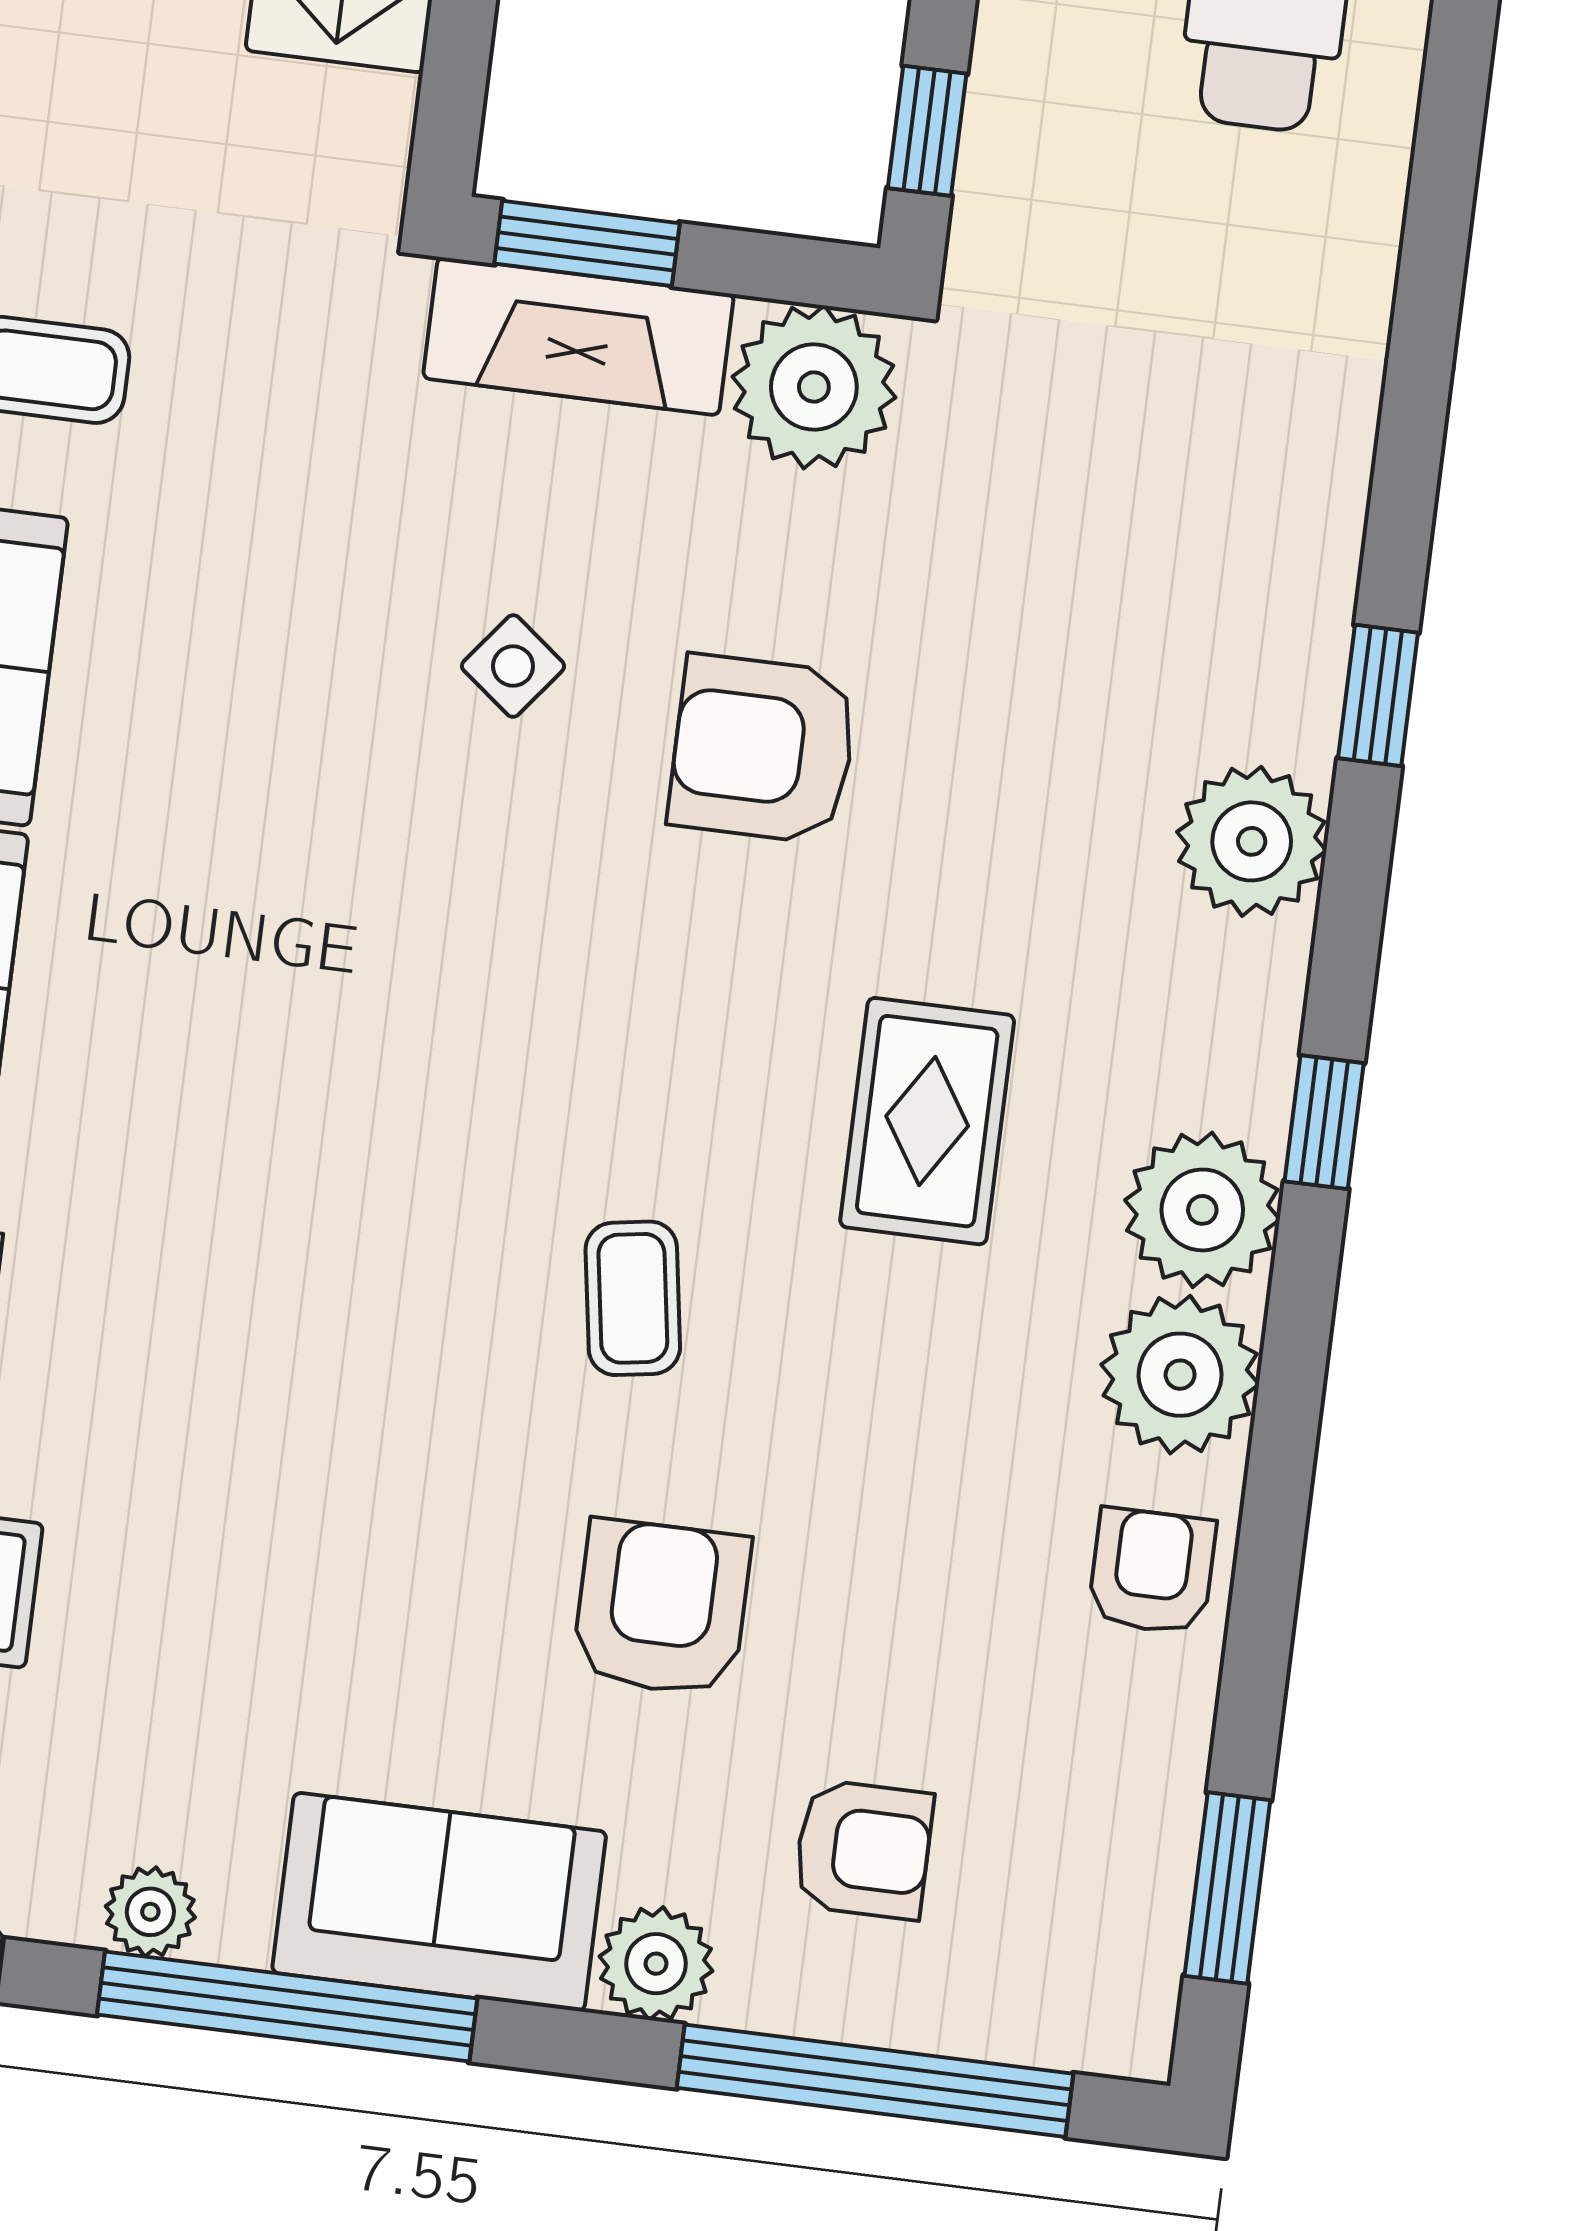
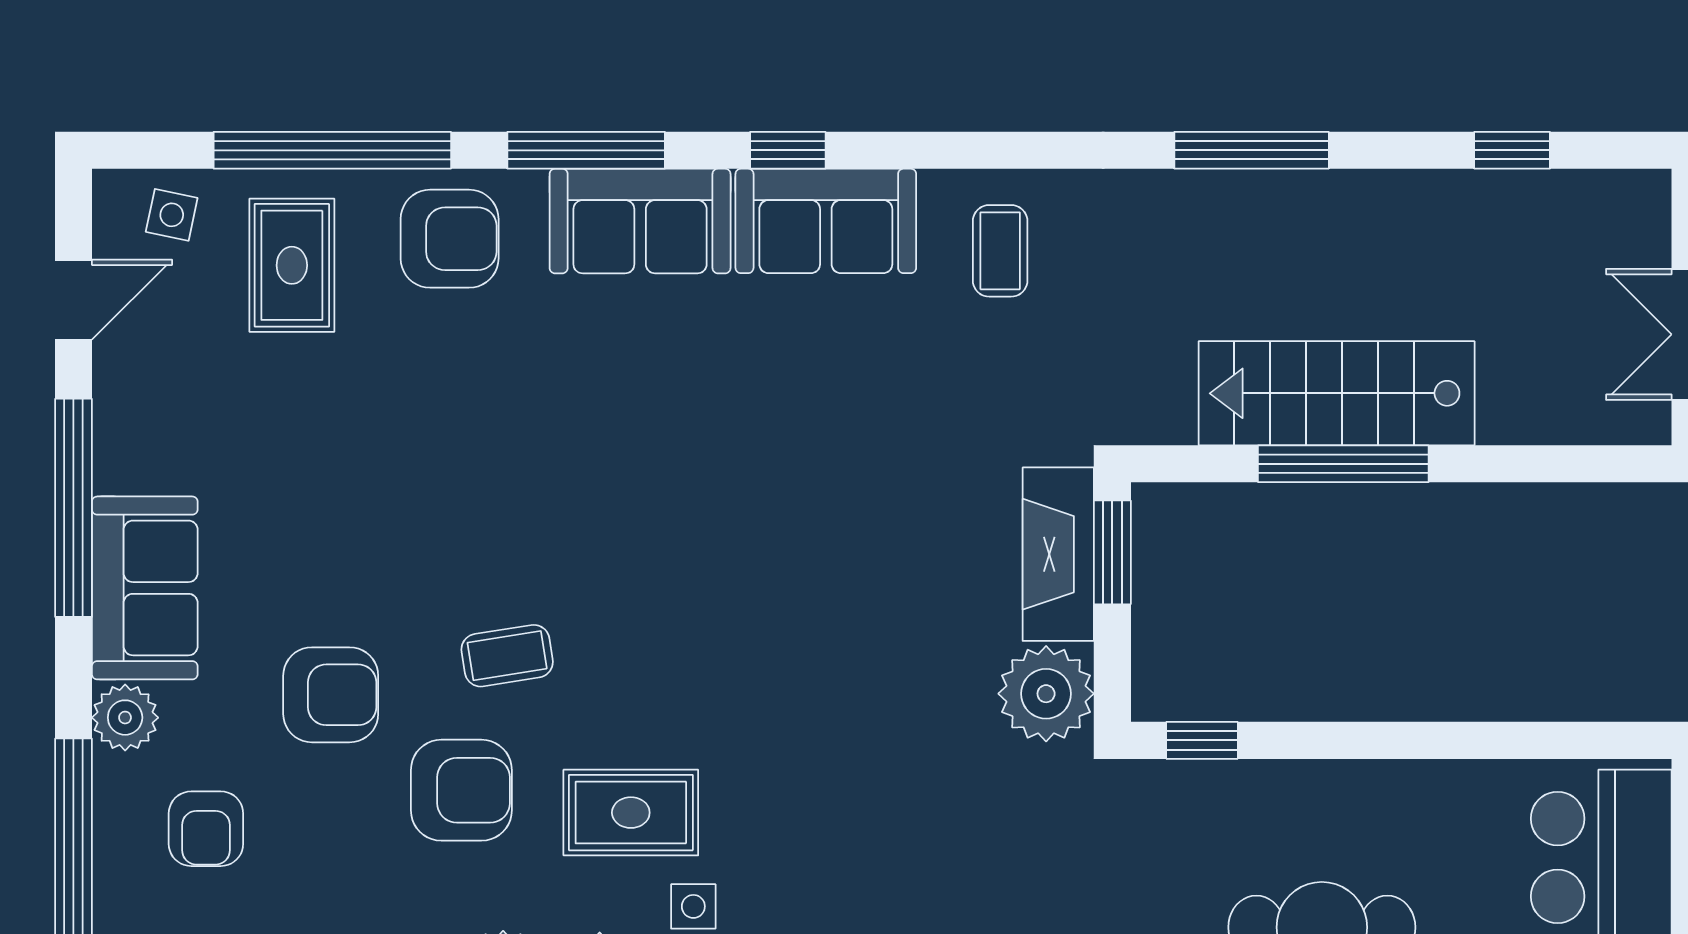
side table: (513, 666) -> (693, 906), moved, turned -38
armchair: (763, 749) -> (461, 790), moved, turned 90
plant: (150, 1912) -> (118, 422), removed

